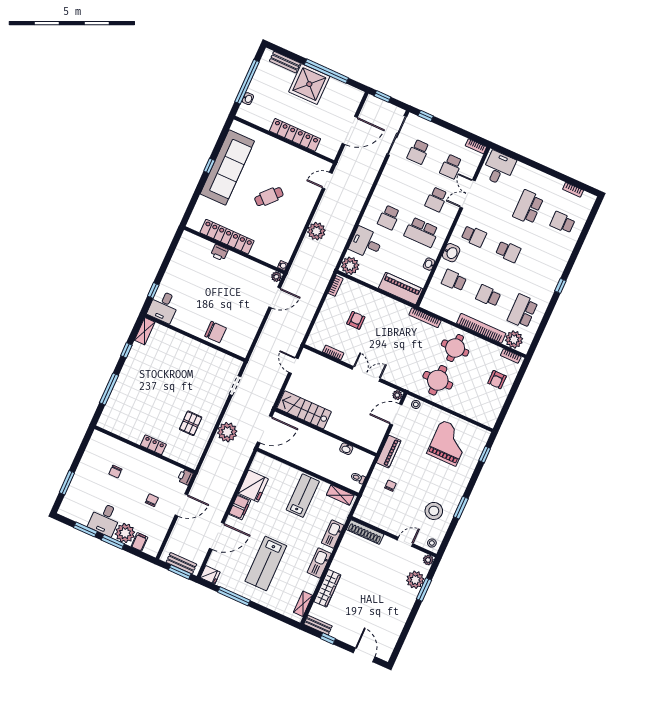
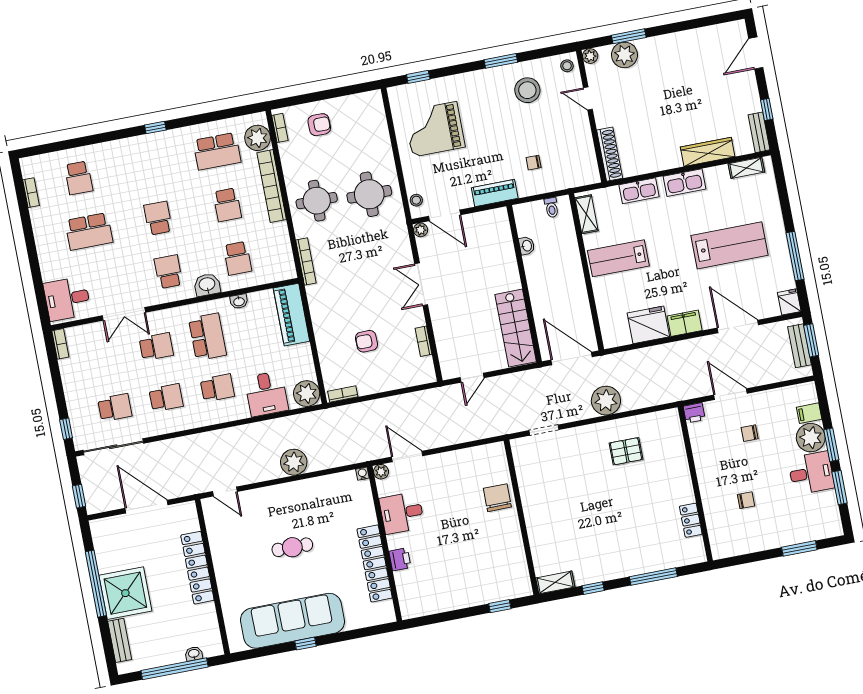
school desk: (451, 167) -> (166, 398), moved
cafe table: (269, 197) -> (292, 547), turned -43
desk: (164, 307) -> (402, 513), moved, turned 180
locker: (153, 445) -> (691, 520), moved

